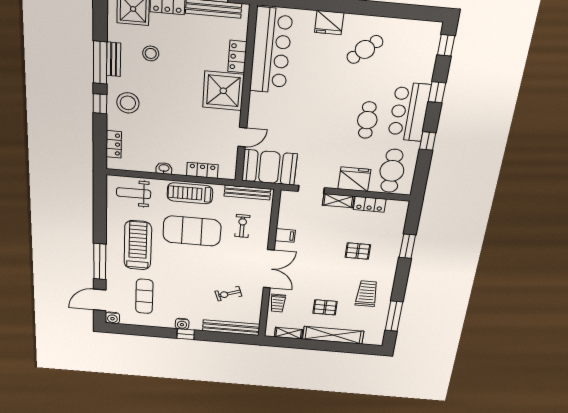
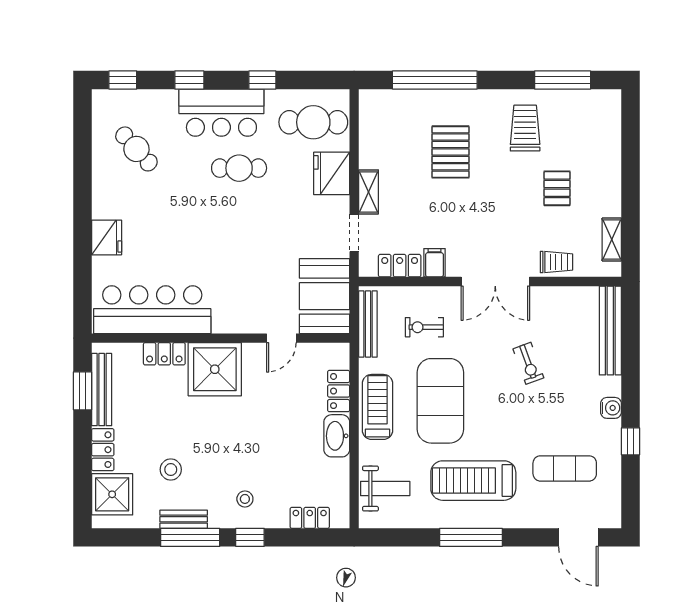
cafe table: (365, 49) -> (136, 149), moved
stool: (128, 103) -> (245, 499), width x0.53, depth x0.53
door: (242, 137) -> (281, 338), swing flipped
washbasin: (164, 168) -> (337, 436), width x1.91, depth x1.45
weight bench: (134, 193) -> (385, 488), turned -90
treadmill: (190, 193) -> (378, 407), turned 180
locker: (370, 204) -> (400, 266), moved, turned -90
window: (407, 246) -> (435, 80), width x2.11
pallet: (358, 251) -> (450, 152), width x1.50, depth x1.42
window: (100, 262) -> (471, 537), moved
double door: (269, 269) -> (495, 282), swing flipped
exercise bike: (228, 294) -> (528, 363), moved
trolley: (367, 294) -> (525, 128), turned 90
water cooler: (112, 318) -> (610, 517), removed
window: (186, 334) -> (630, 441), moved
shelving: (333, 335) -> (609, 169), removed

